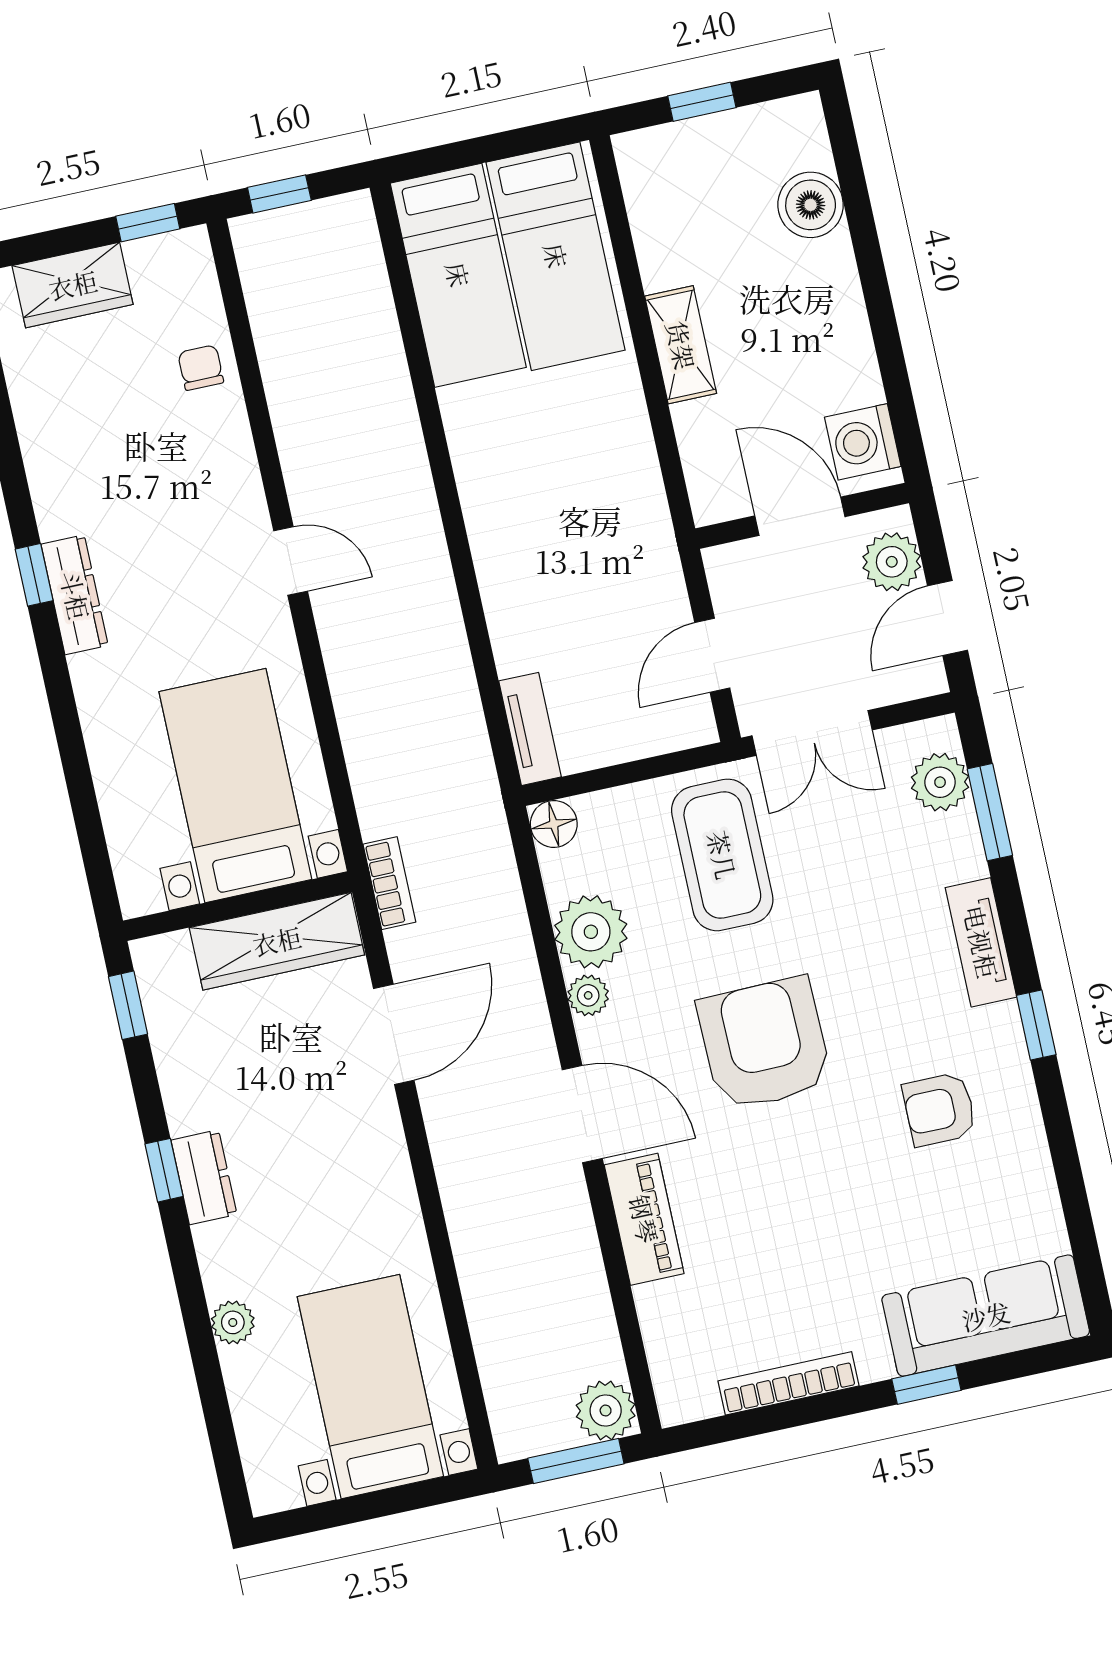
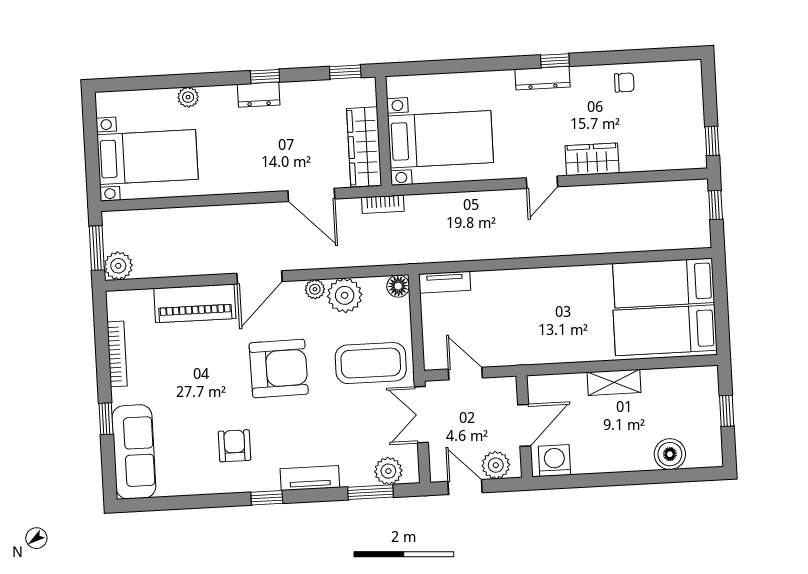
wardrobe: (73, 285) -> (592, 159), moved, turned 90
chair: (201, 368) -> (624, 83), moved
piano: (644, 1219) -> (195, 303), width x1.37, depth x1.33

